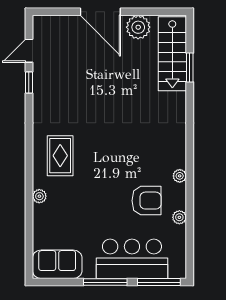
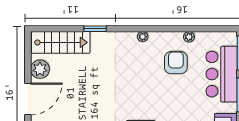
window: (190, 67) -> (95, 29), moved
plant: (180, 176) -> (143, 37), moved

